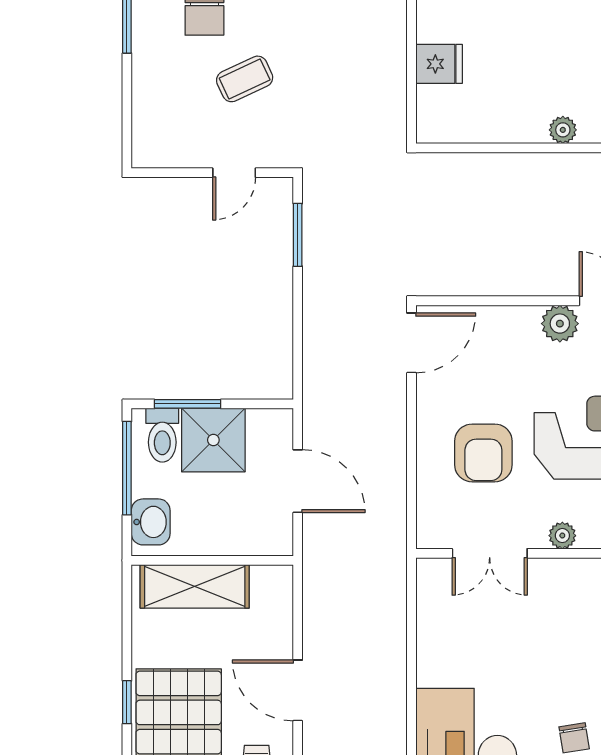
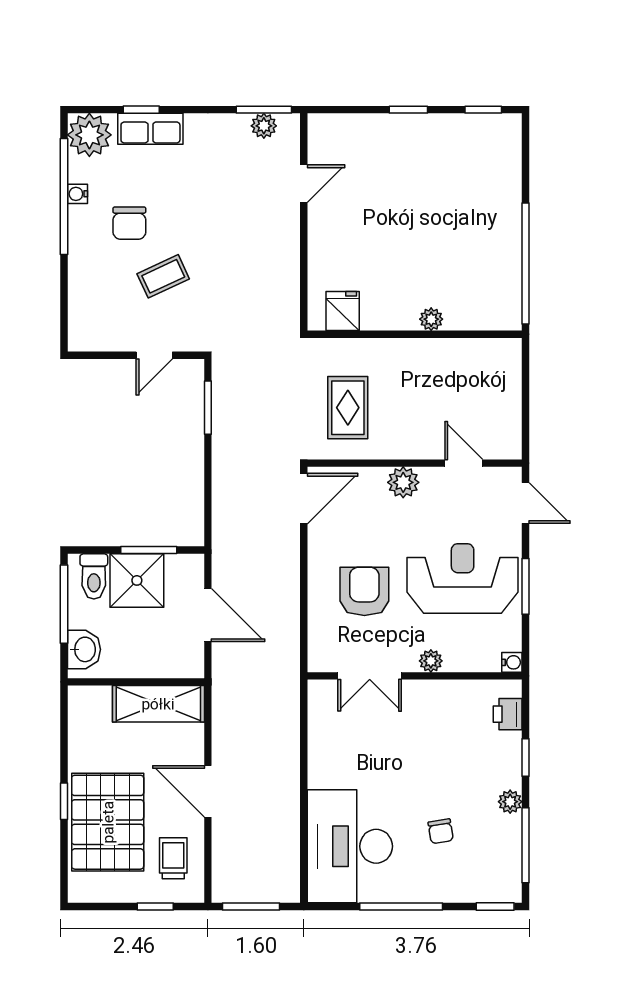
fridge: (439, 64) -> (343, 311), moved, turned -90
rug: (464, 235) -> (348, 408), added
plant: (560, 324) -> (403, 482), moved
window: (188, 404) -> (149, 550), moved
armchair: (483, 453) -> (364, 591), turned 180
shelving: (195, 586) -> (158, 704), moved

